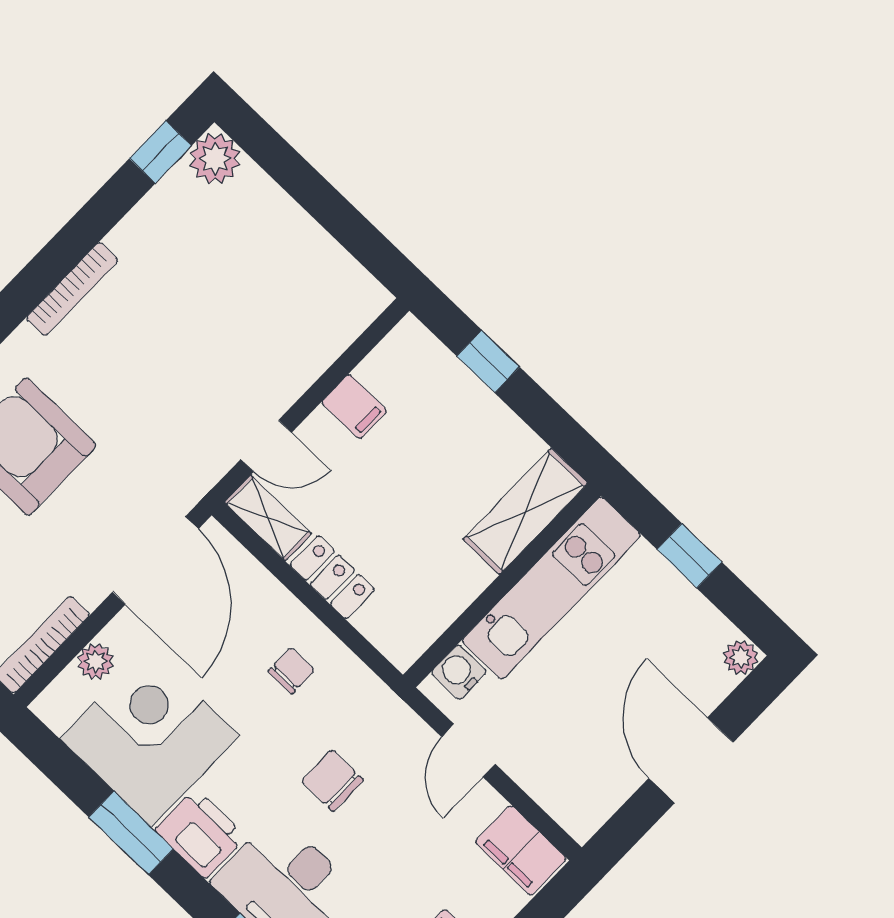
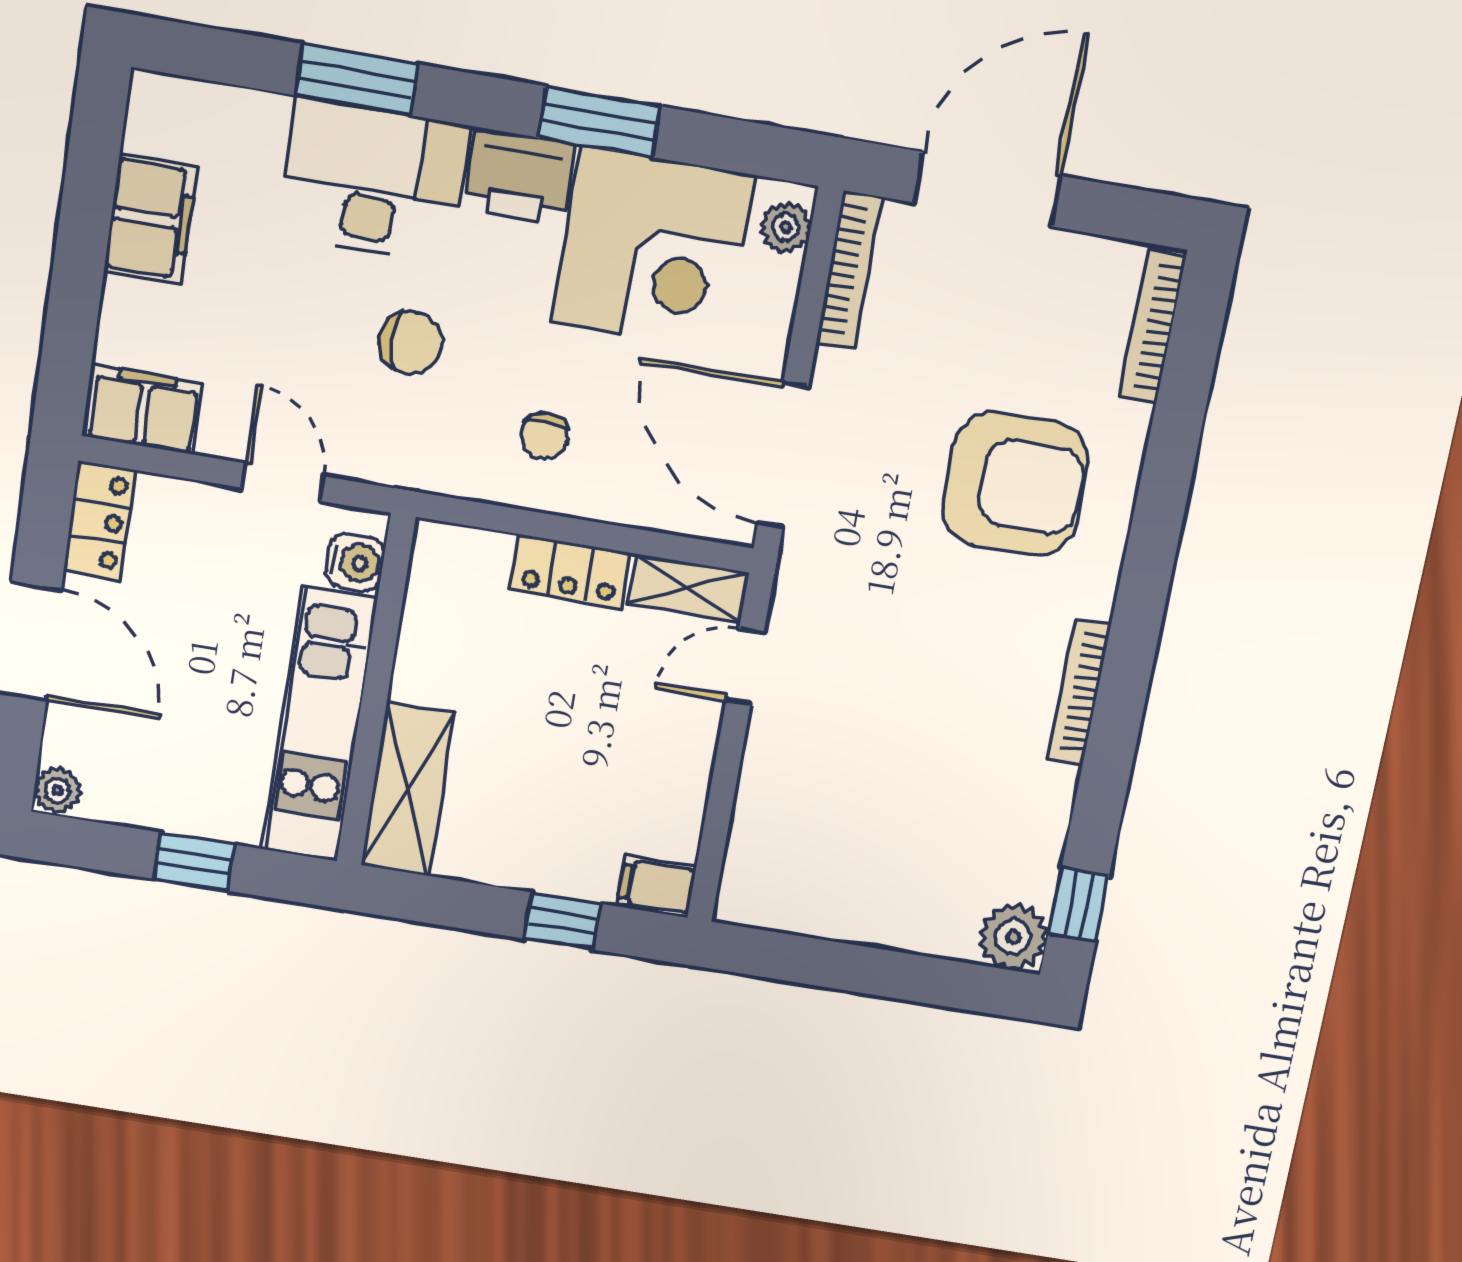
filing cabinet: (354, 407) -> (657, 886), moved
plant: (96, 661) -> (786, 227), moved
locker: (595, 803) -> (99, 521), added

